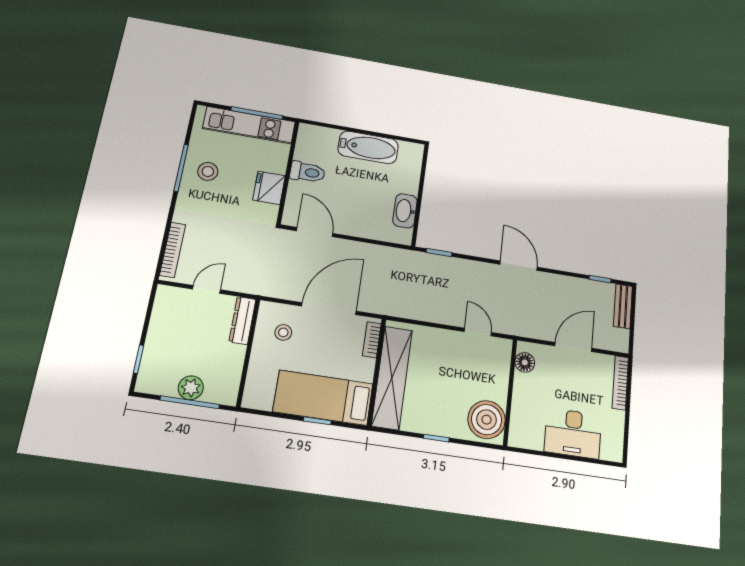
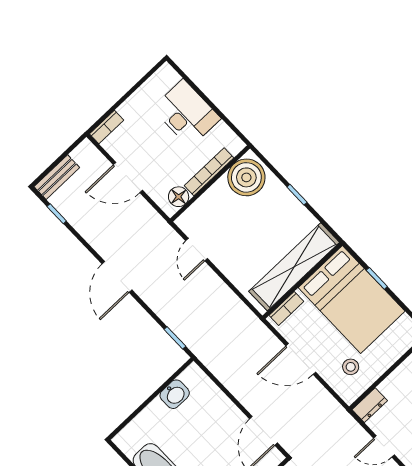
washbasin: (405, 211) -> (175, 394), width x0.72
door: (329, 309) -> (301, 359), width x0.73
dresser: (242, 320) -> (370, 405), width x0.70
bookcase: (620, 383) -> (107, 127), width x0.64
bed: (323, 398) -> (352, 299), width x1.50
bookcase: (518, 401) -> (209, 172), added

